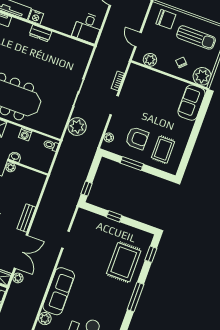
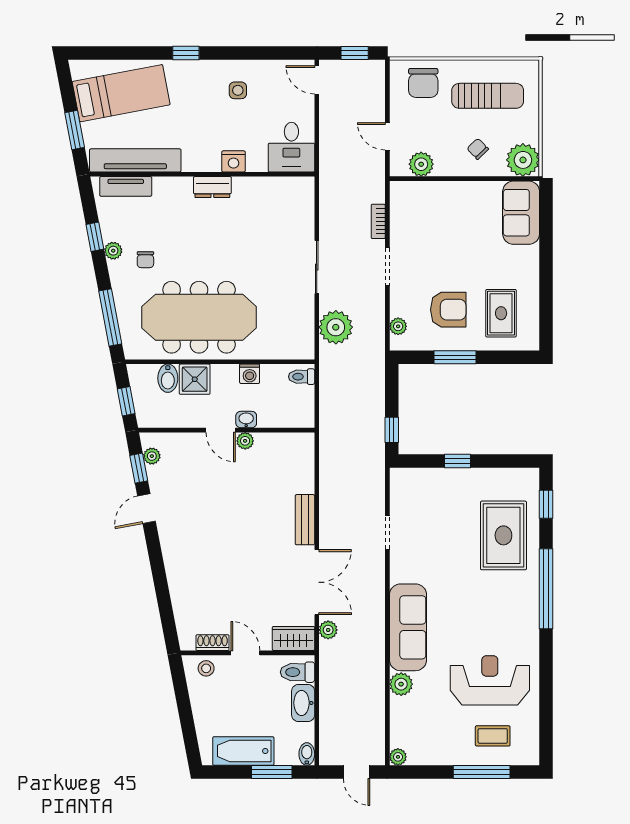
nightstand: (36, 17) -> (234, 161), moved
chair: (166, 19) -> (423, 83), turned 90
window: (135, 297) -> (546, 589), width x1.46

